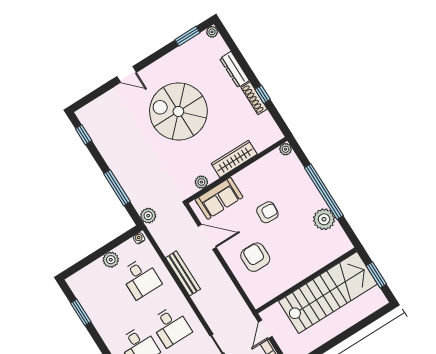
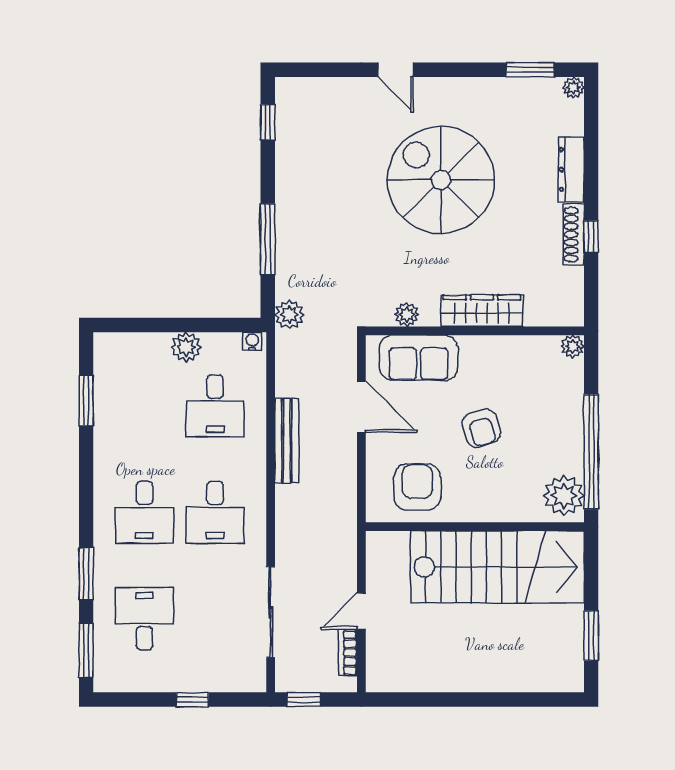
armchair: (267, 212) -> (481, 428), turned 69
wall: (306, 281) -> (475, 527), moved
stairs: (328, 292) -> (497, 567), moved

